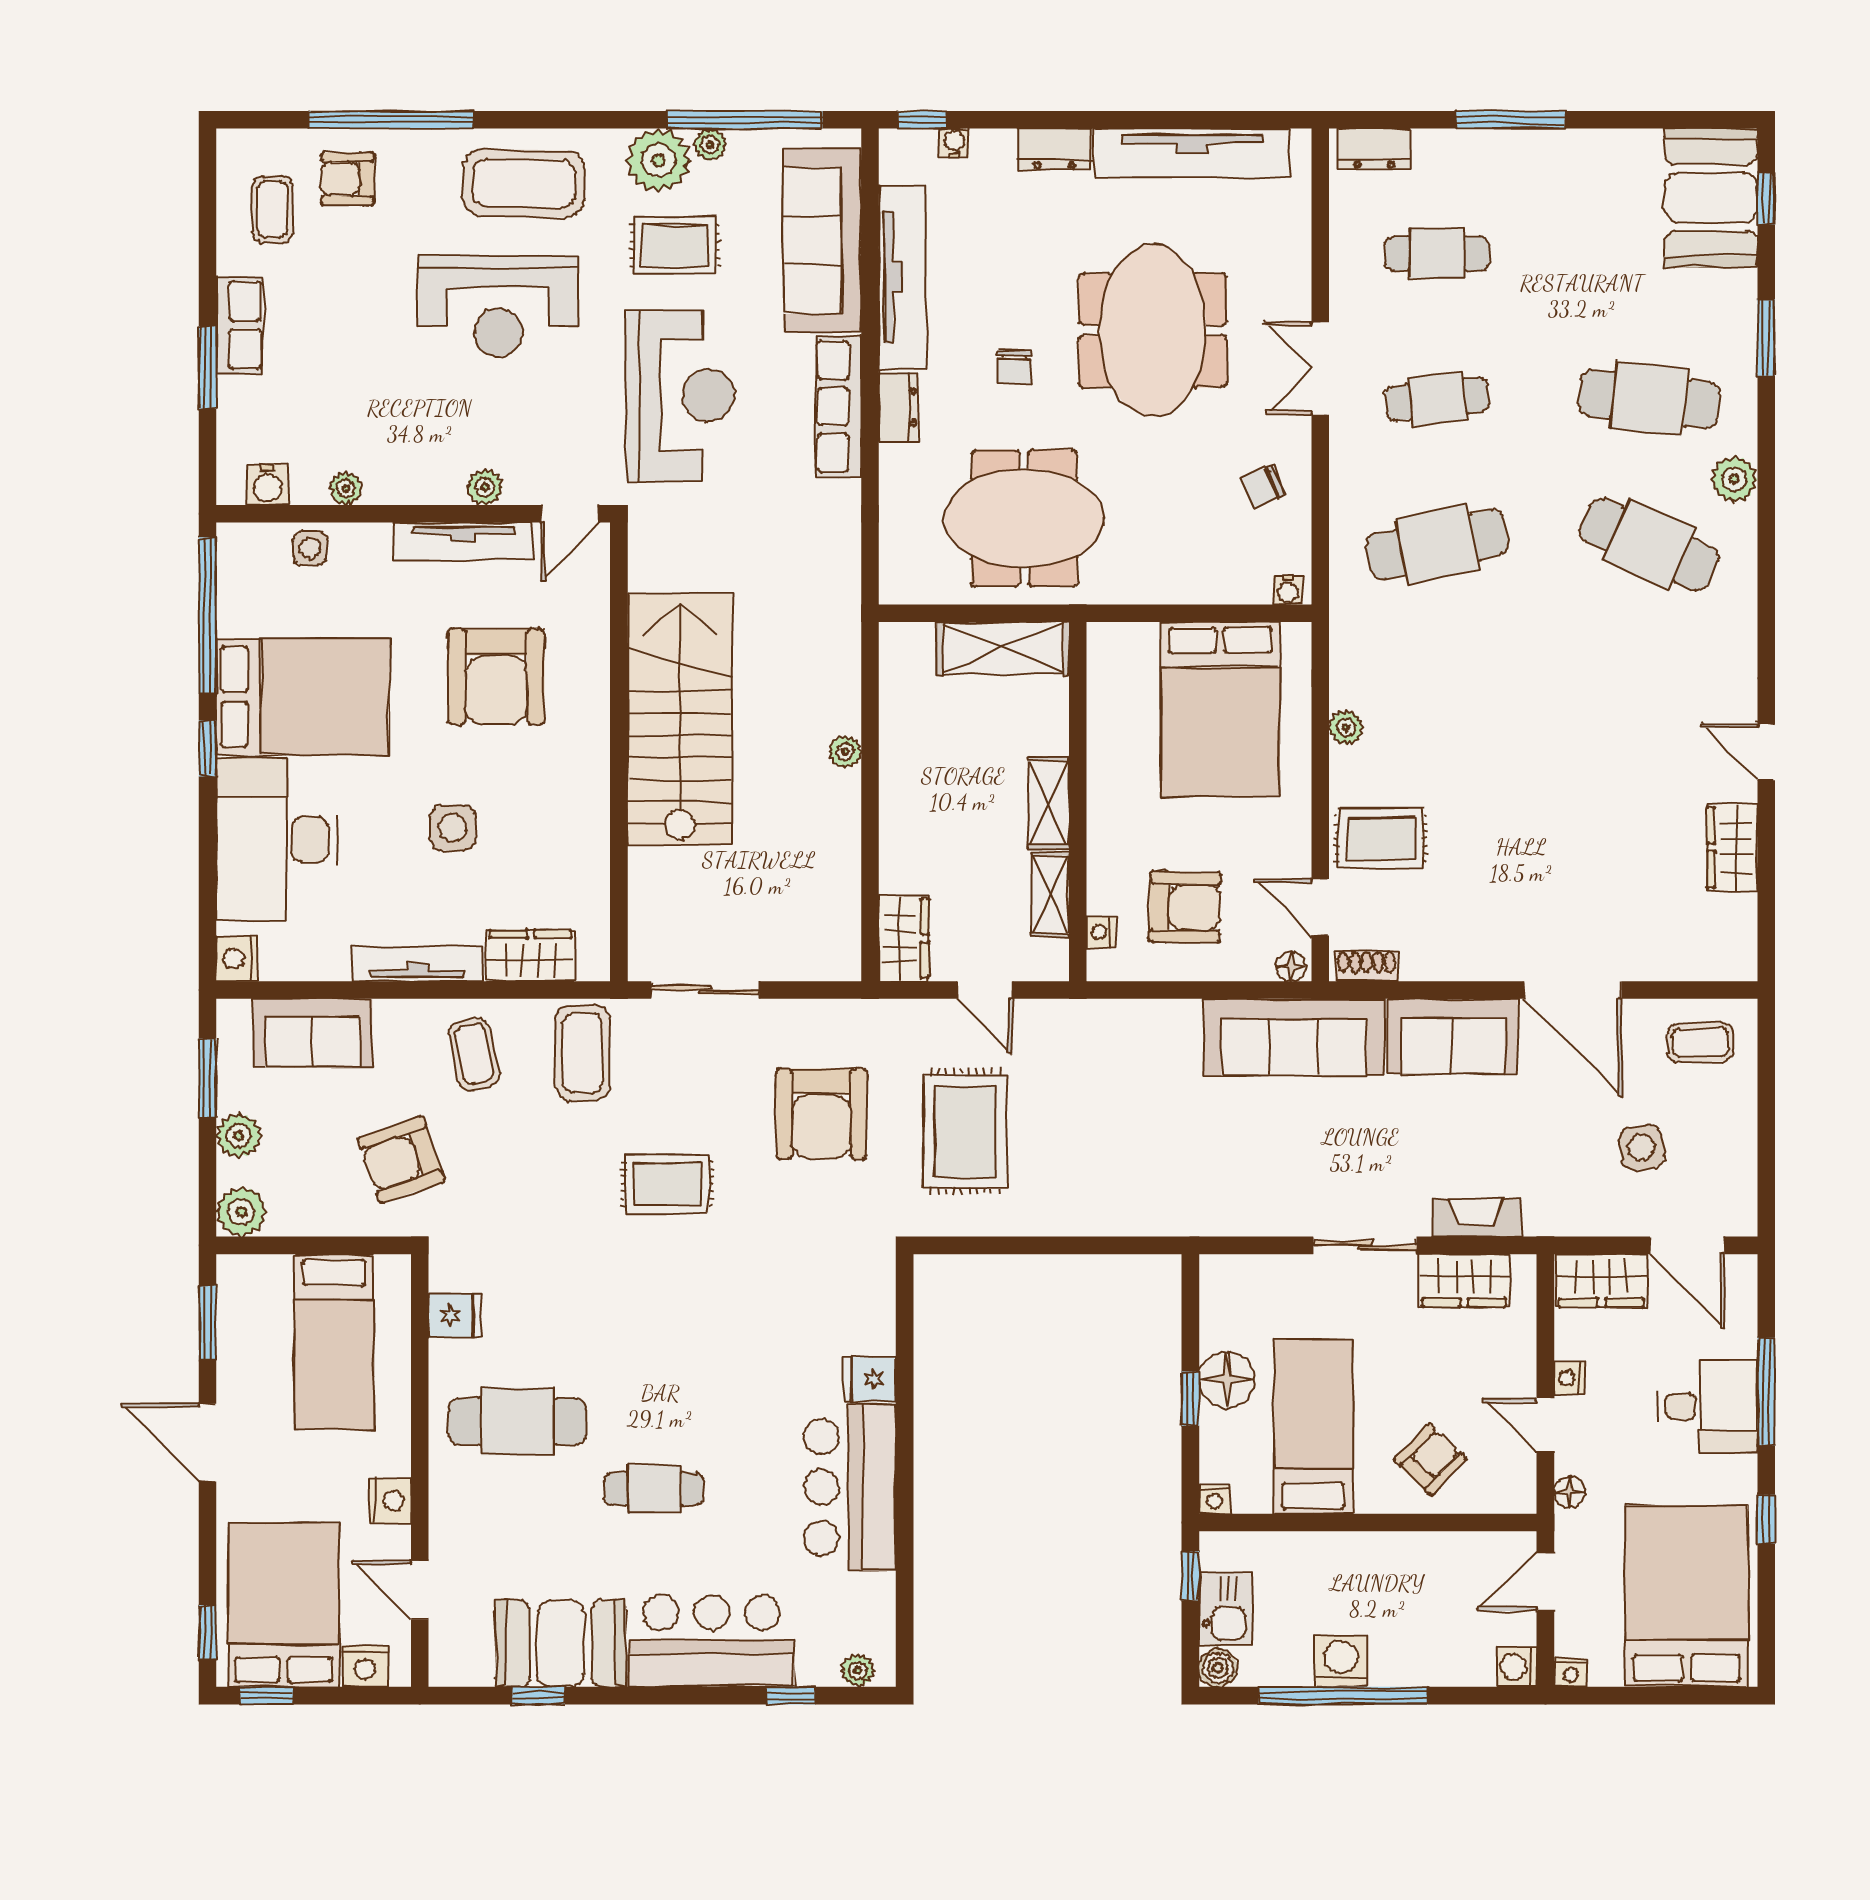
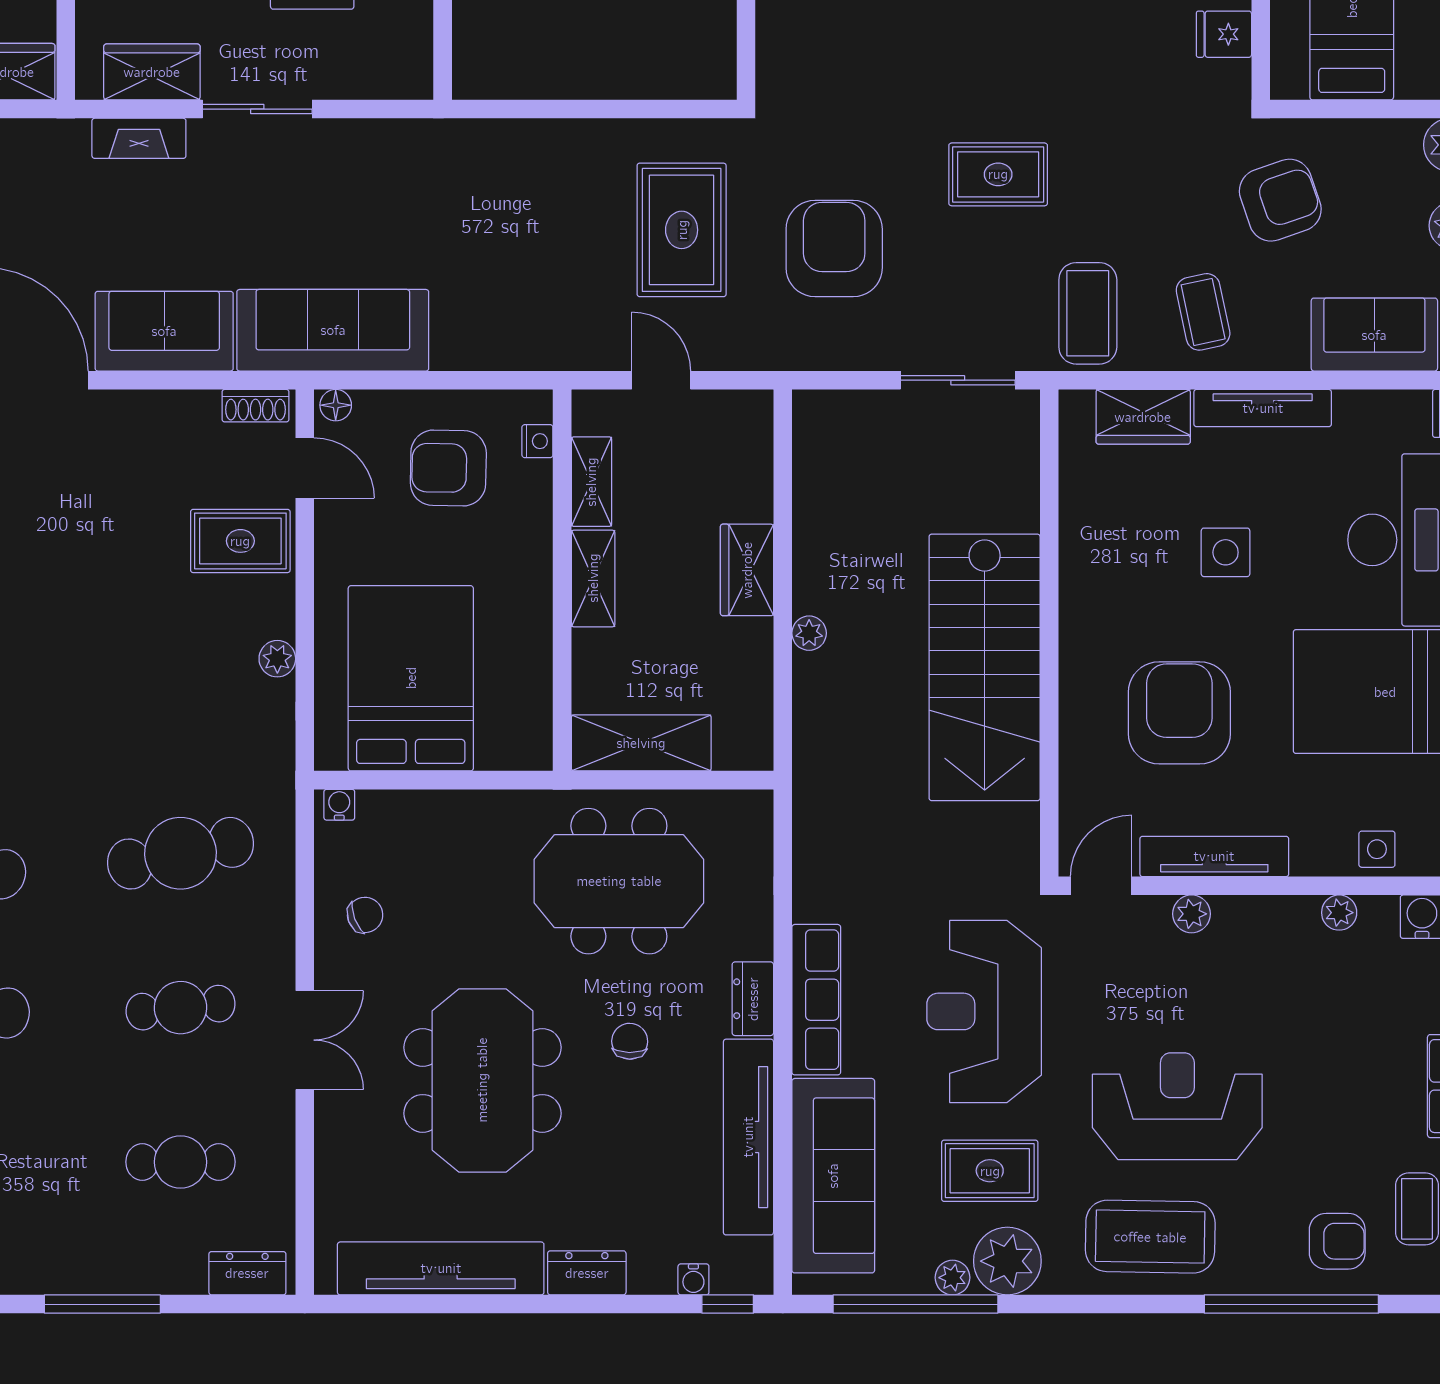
wardrobe: (904, 938) -> (747, 570), moved

